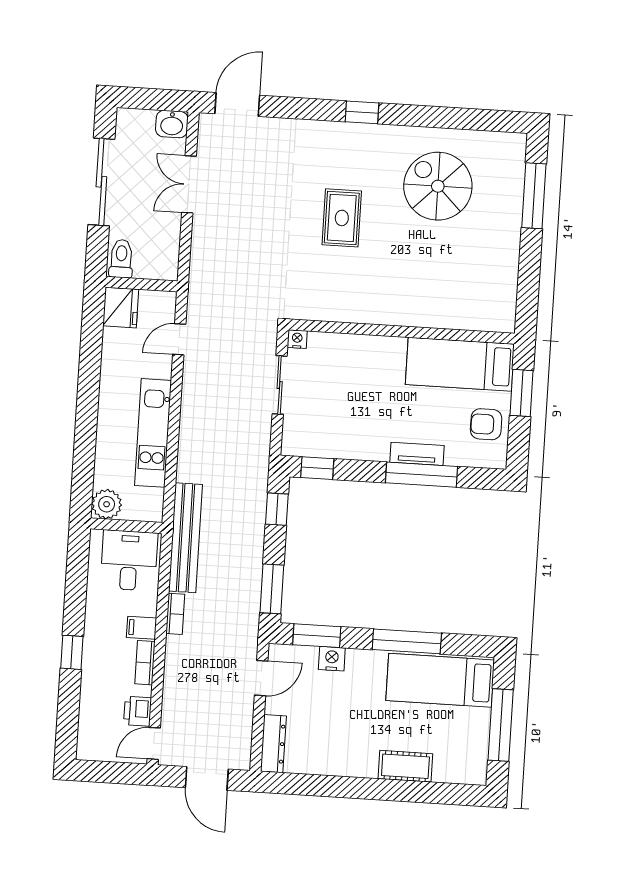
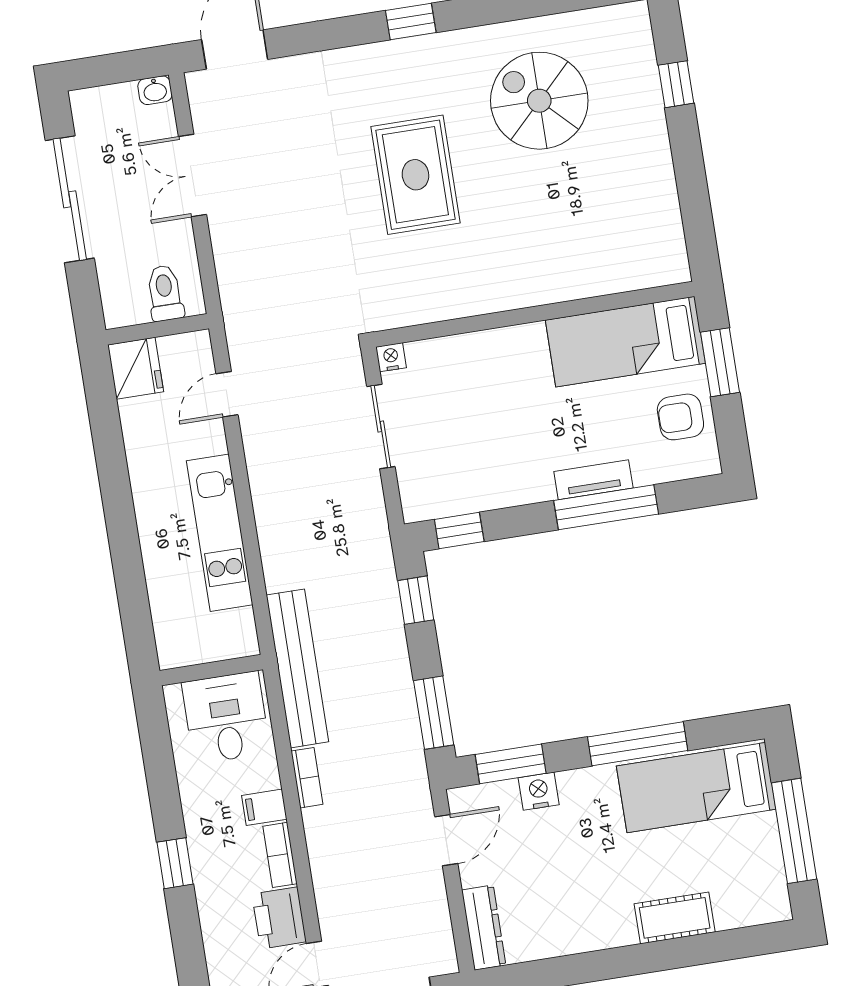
washbasin: (172, 124) -> (155, 90), width x0.72, depth x0.69
window: (534, 196) -> (676, 84), width x0.46
rug: (342, 218) -> (415, 175), width x1.36, depth x1.43
toilet: (121, 259) -> (165, 293), moved
plant: (107, 504) -> (177, 646), removed
printer: (138, 711) -> (279, 918), width x1.36, depth x1.24

